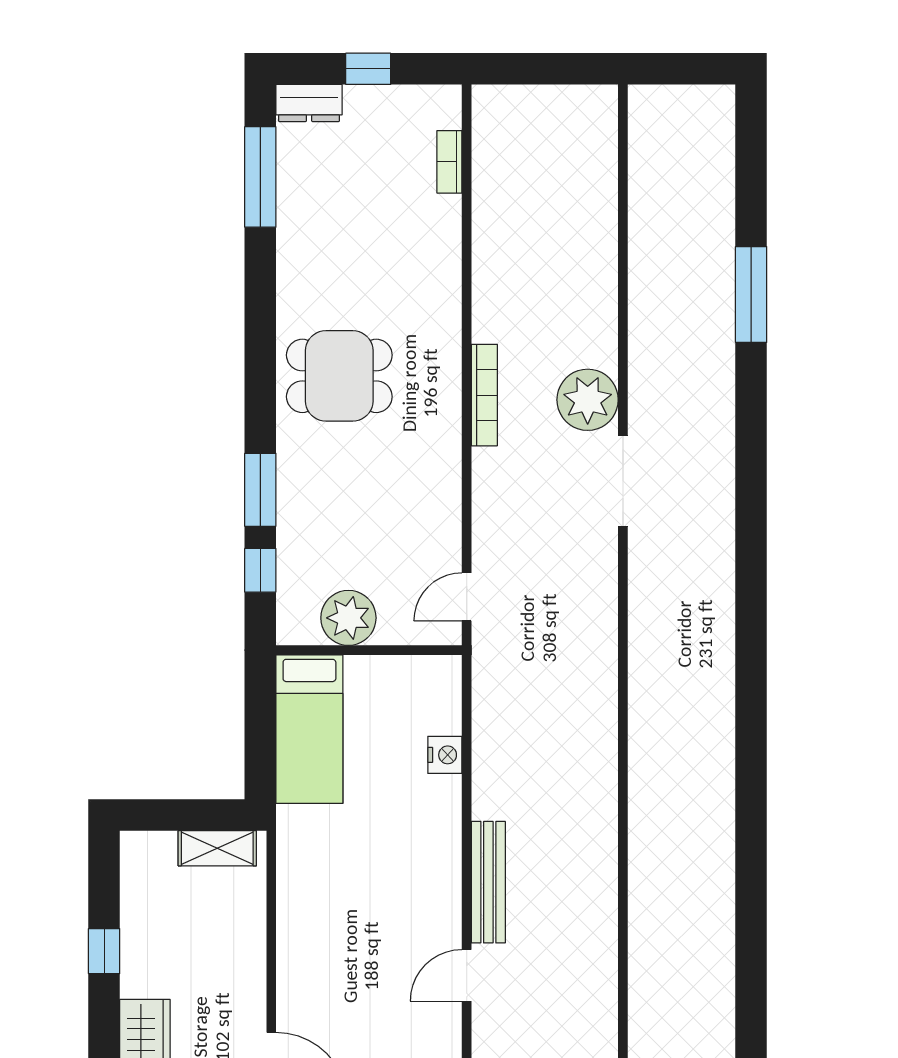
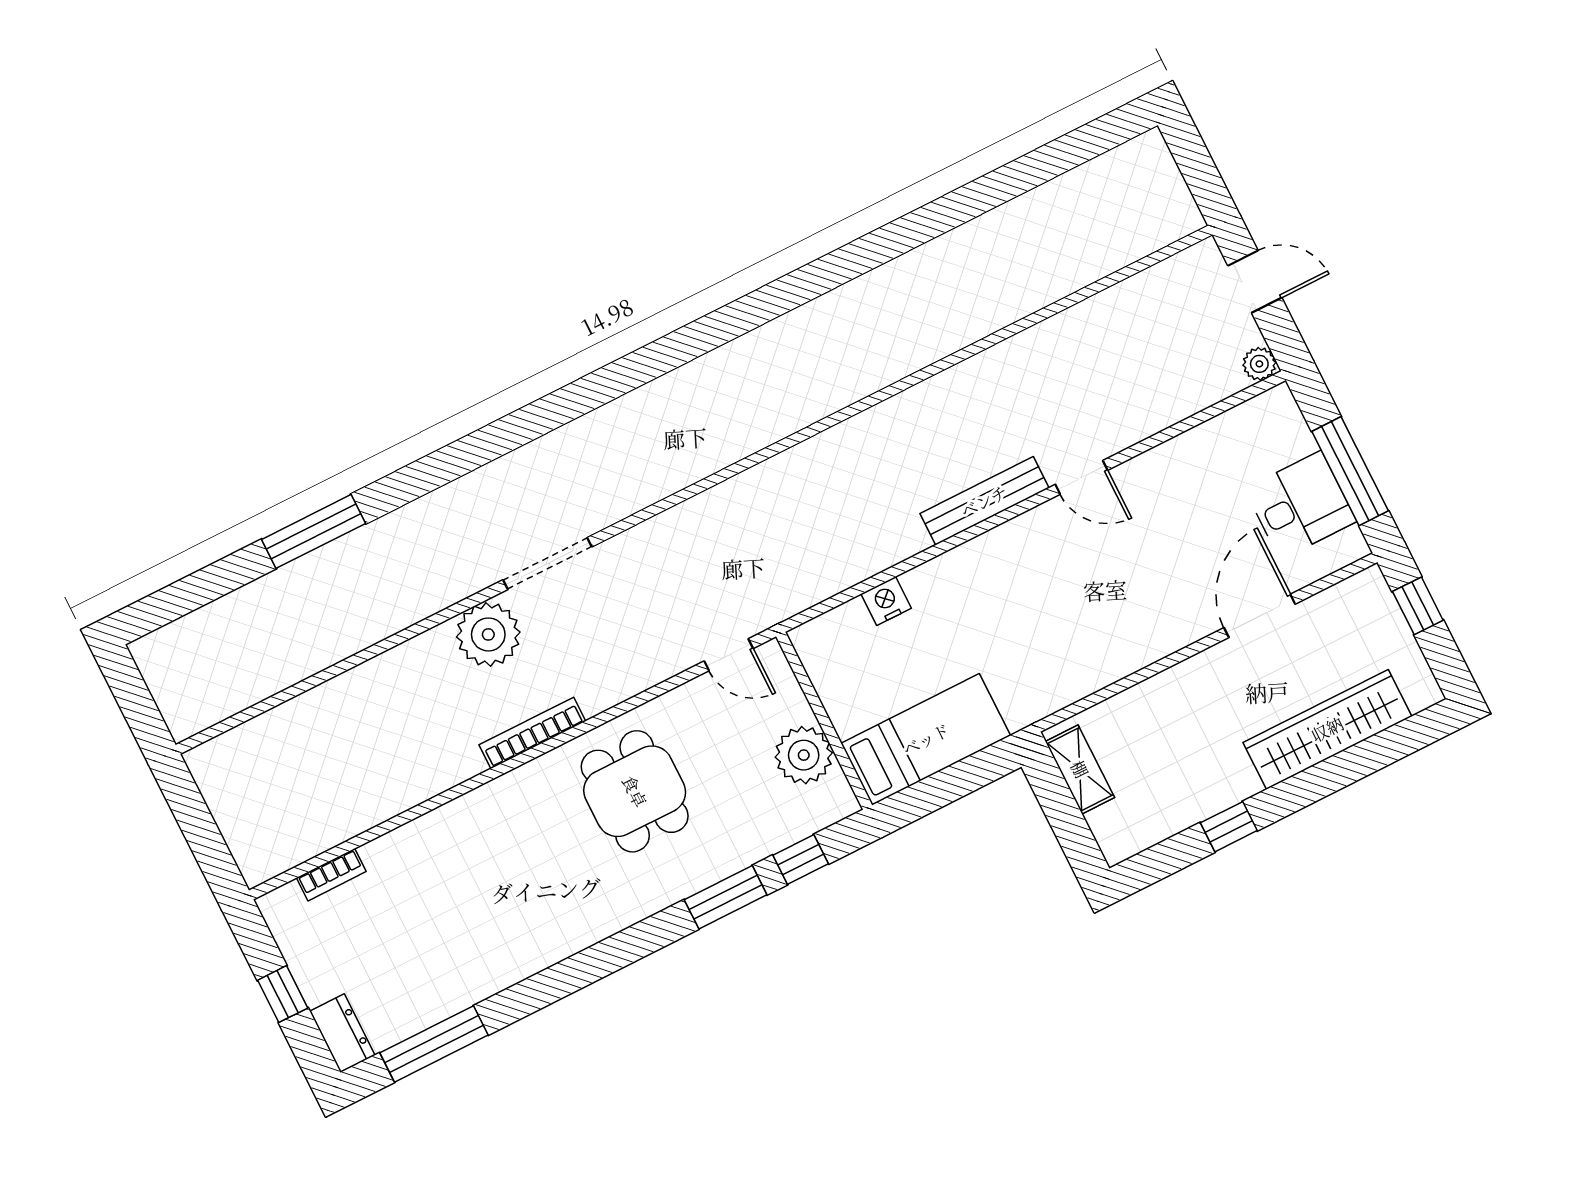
dining table: (339, 376) -> (635, 791), moved

